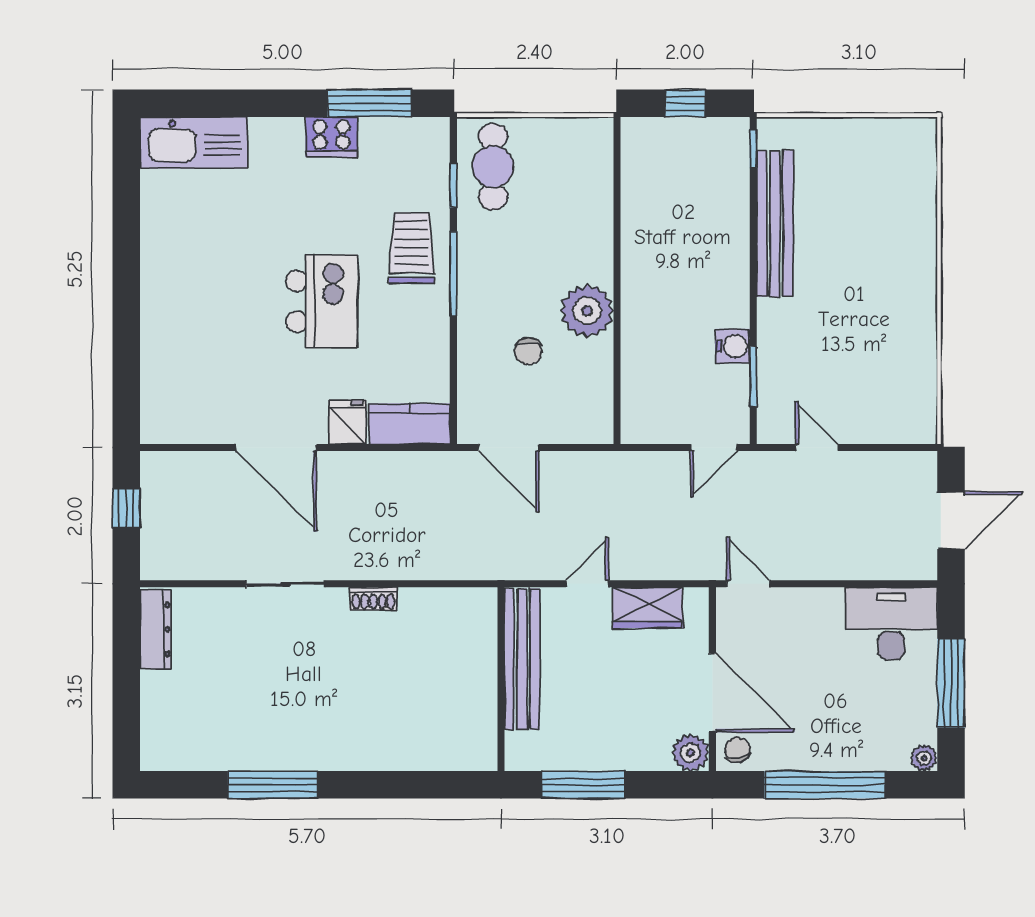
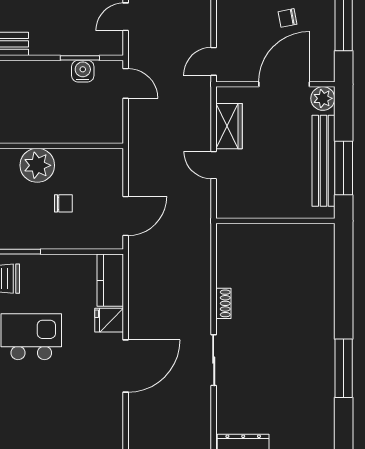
water cooler: (733, 346) -> (83, 71), moved
bench: (522, 659) -> (323, 161), moved, turned 90
chair: (738, 750) -> (287, 18), moved

